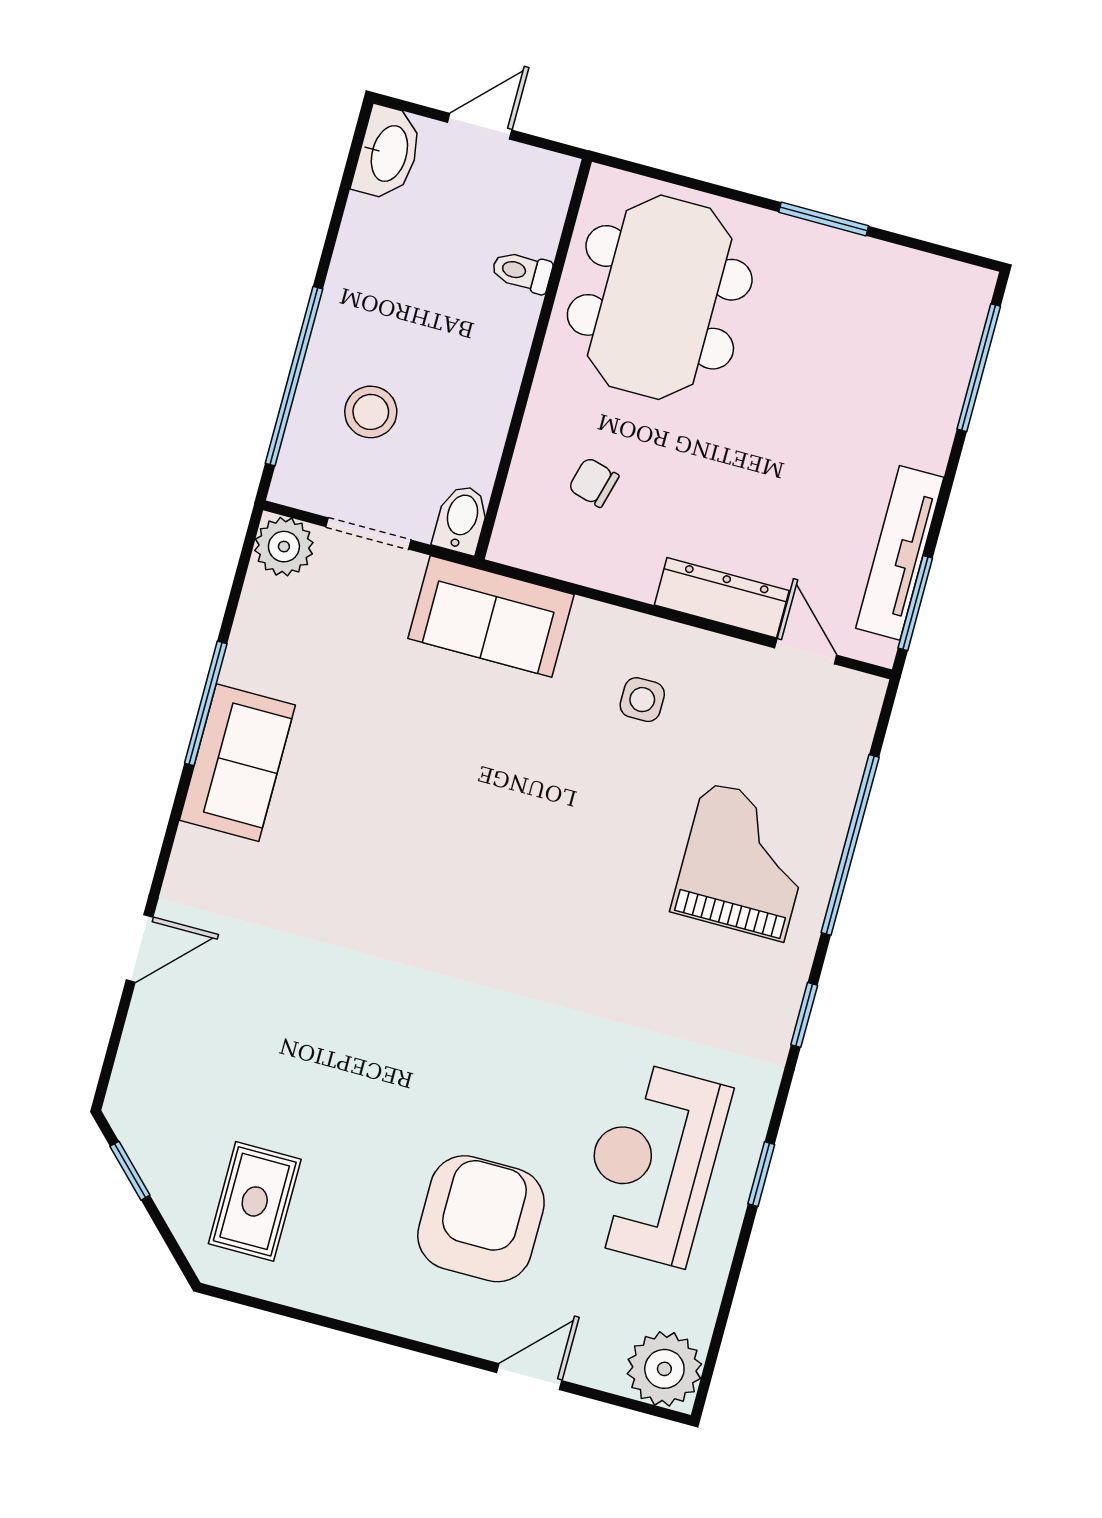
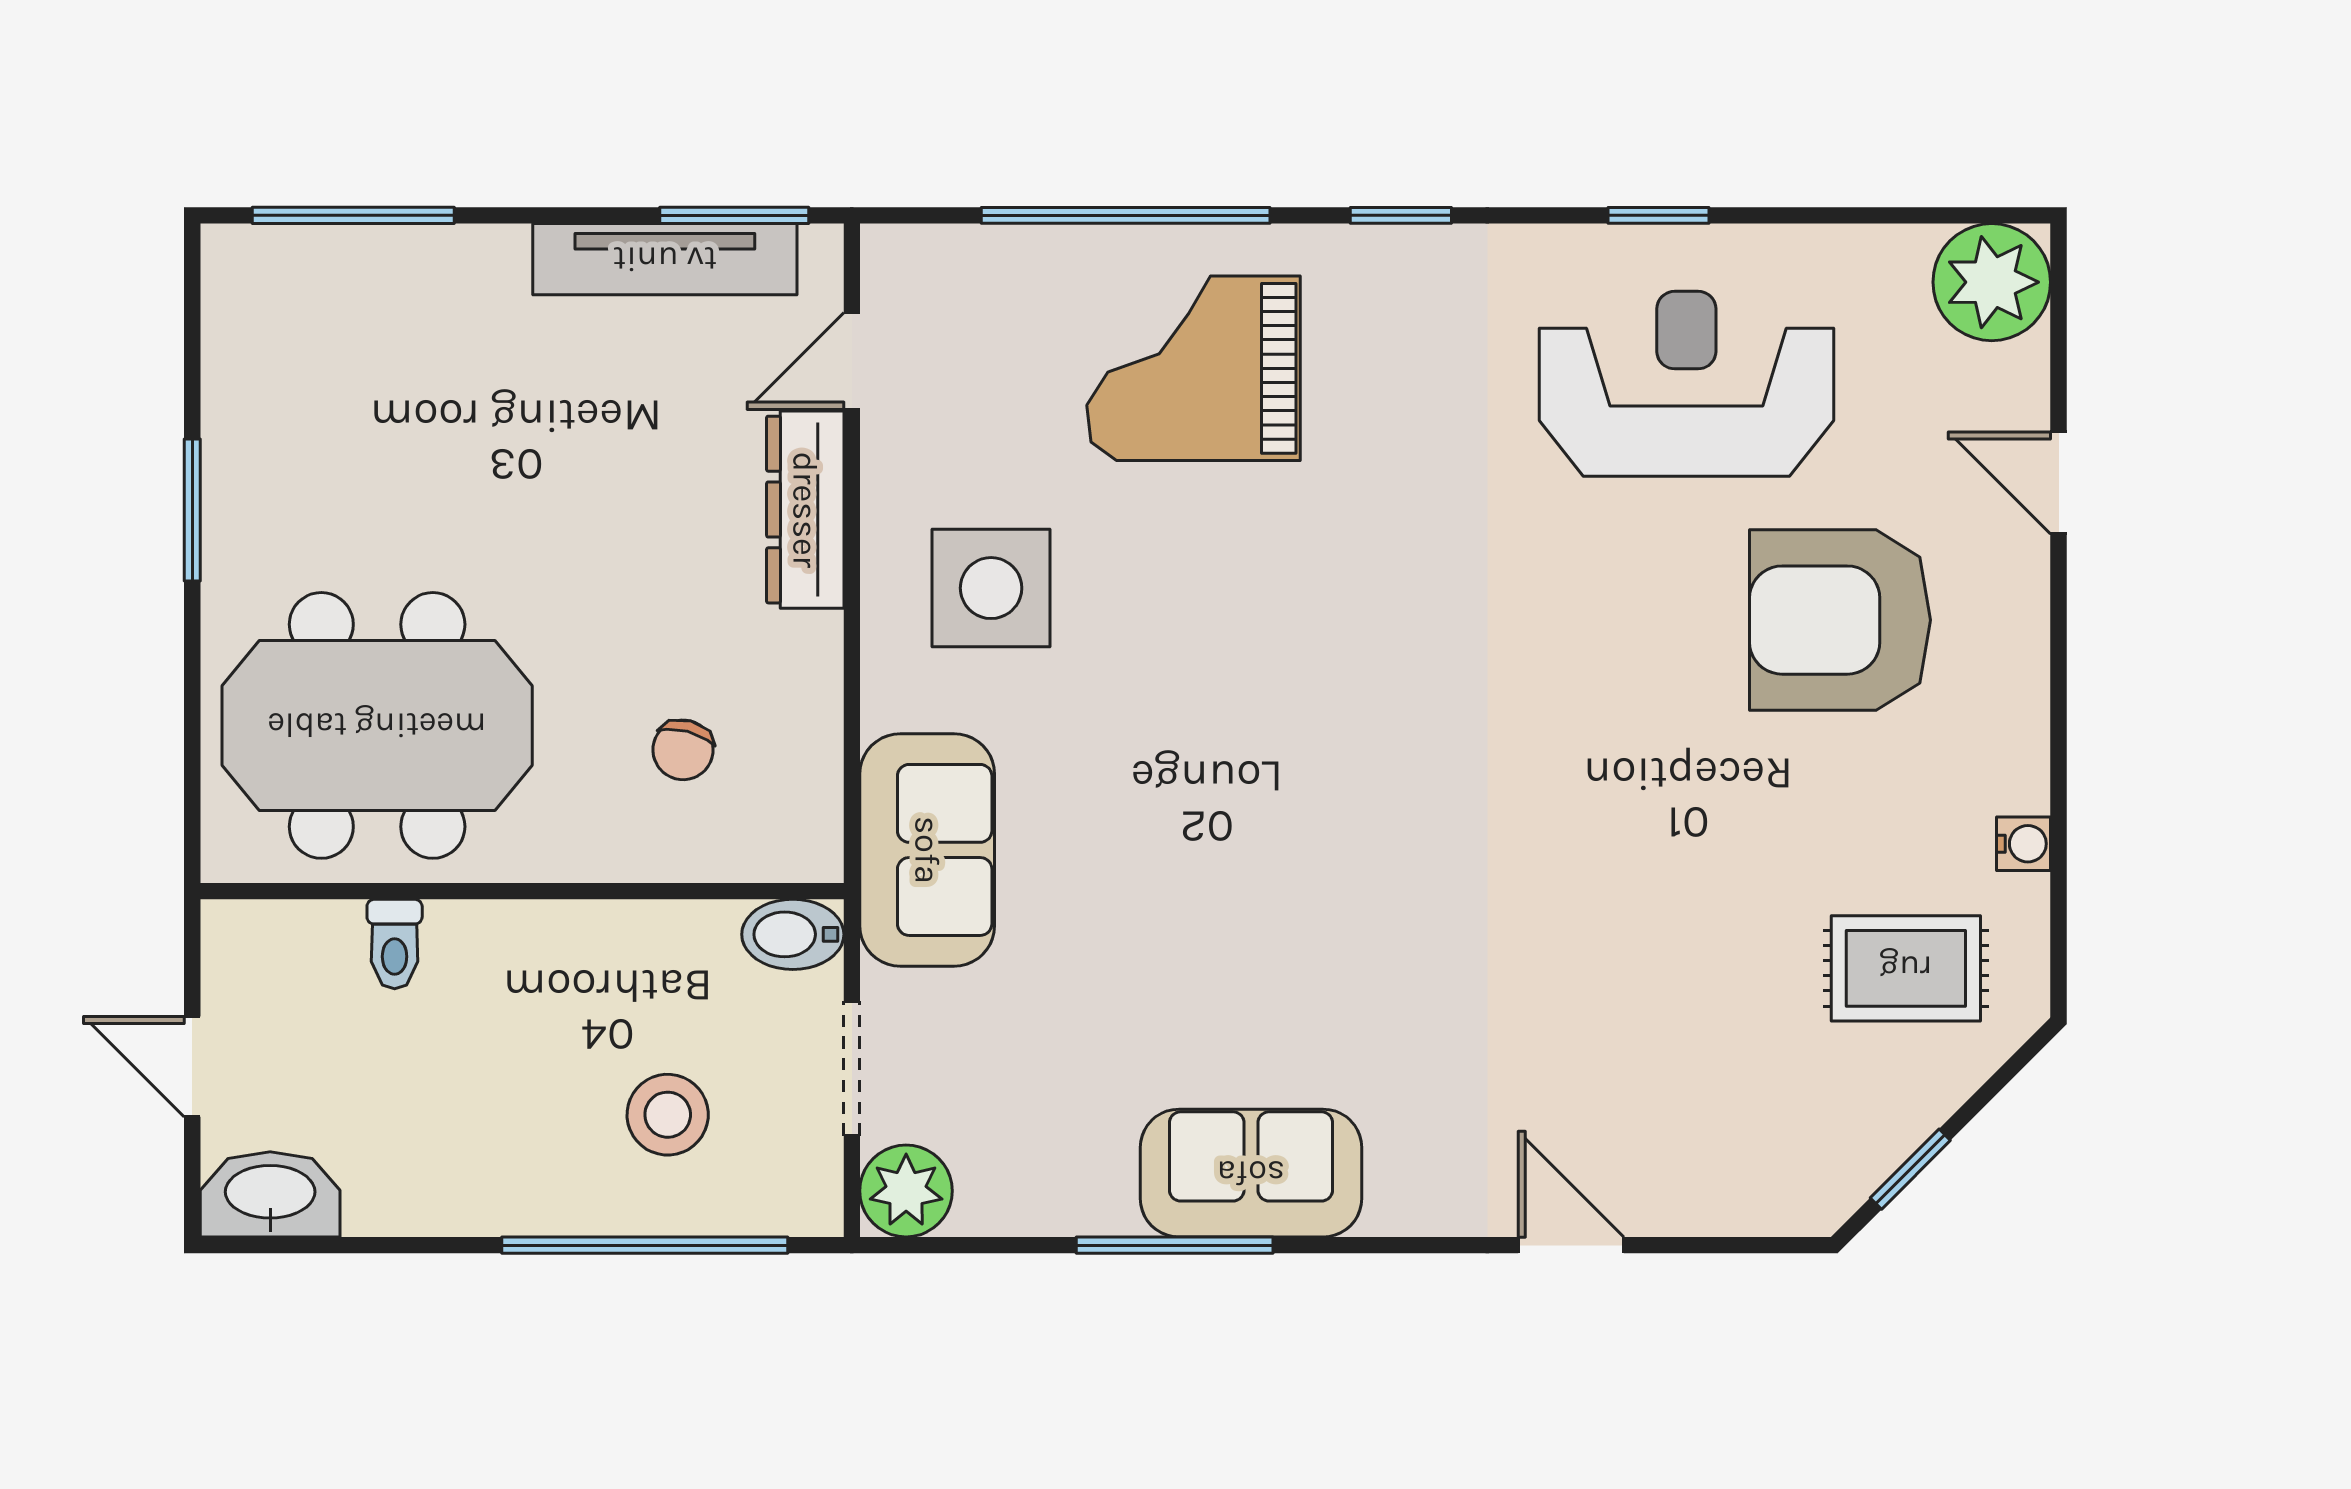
side table: (642, 700) -> (991, 588), width x1.87, depth x1.87
reception desk: (653, 1163) -> (1686, 384), turned 180
water cooler: (312, 1295) -> (2024, 844), added

